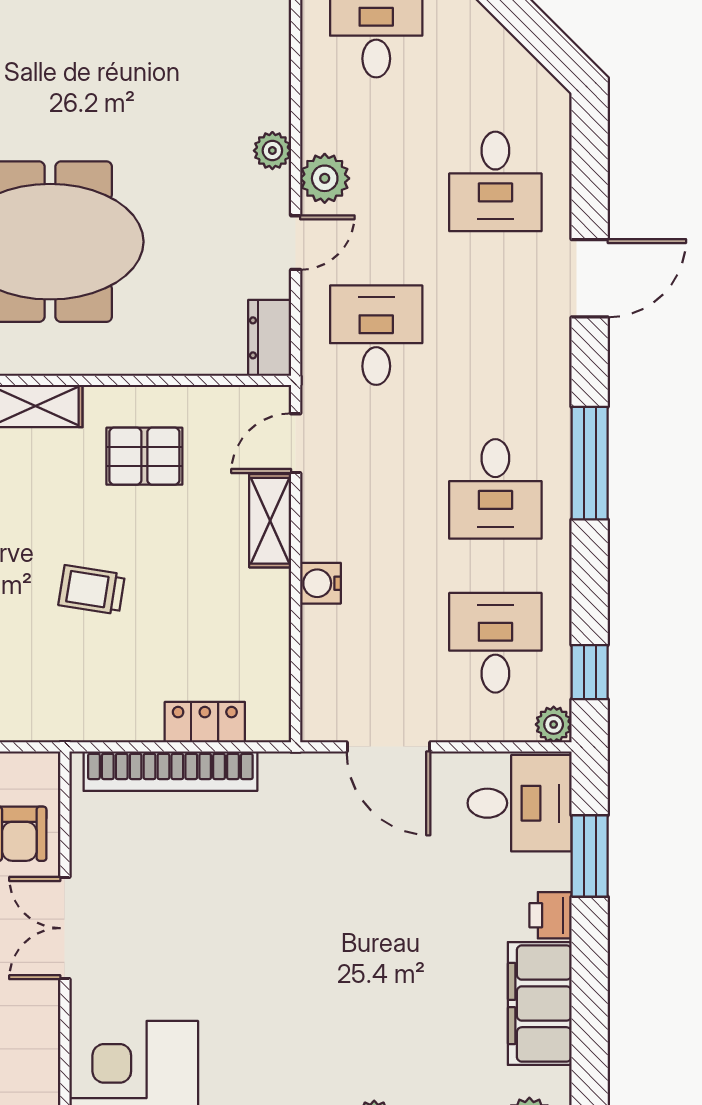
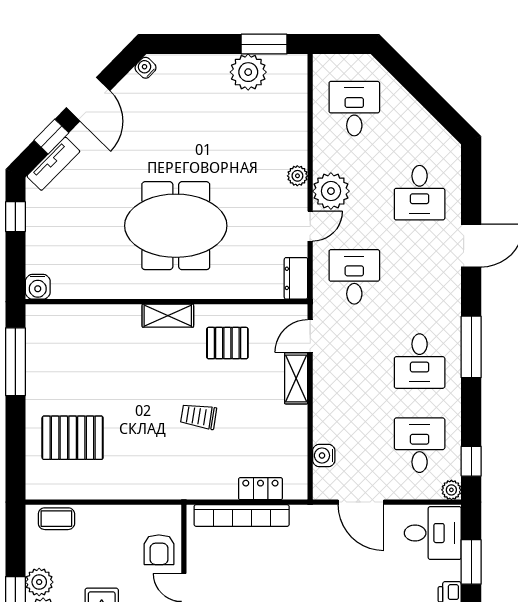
plant: (325, 178) -> (331, 191), width x1.36, depth x1.36
water cooler: (320, 583) -> (324, 455), moved

